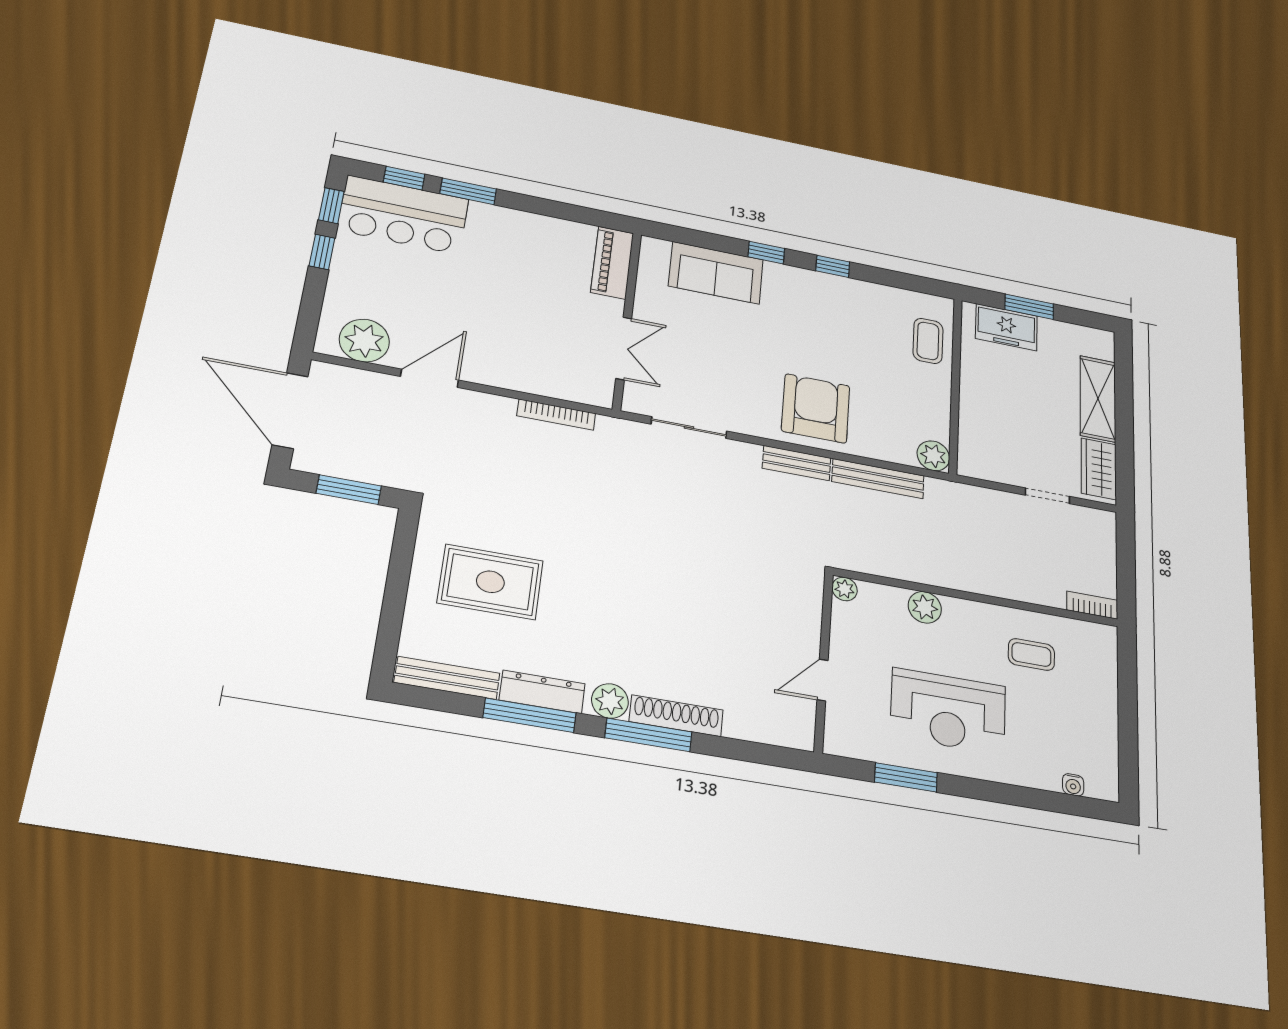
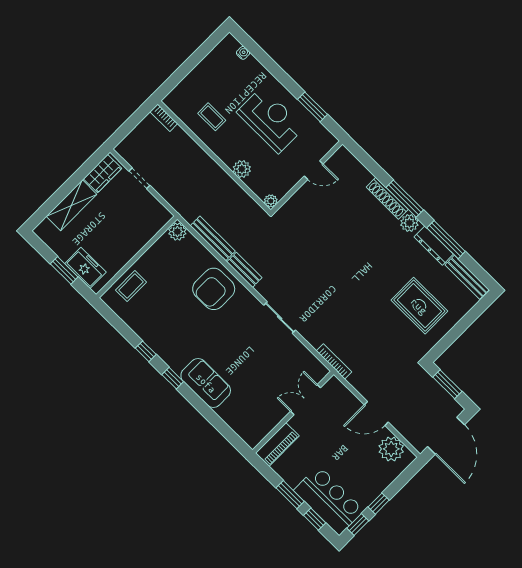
piano: (612, 263) -> (277, 444), moved
wall: (627, 320) -> (293, 412), moved
double door: (624, 348) -> (306, 400), moved

